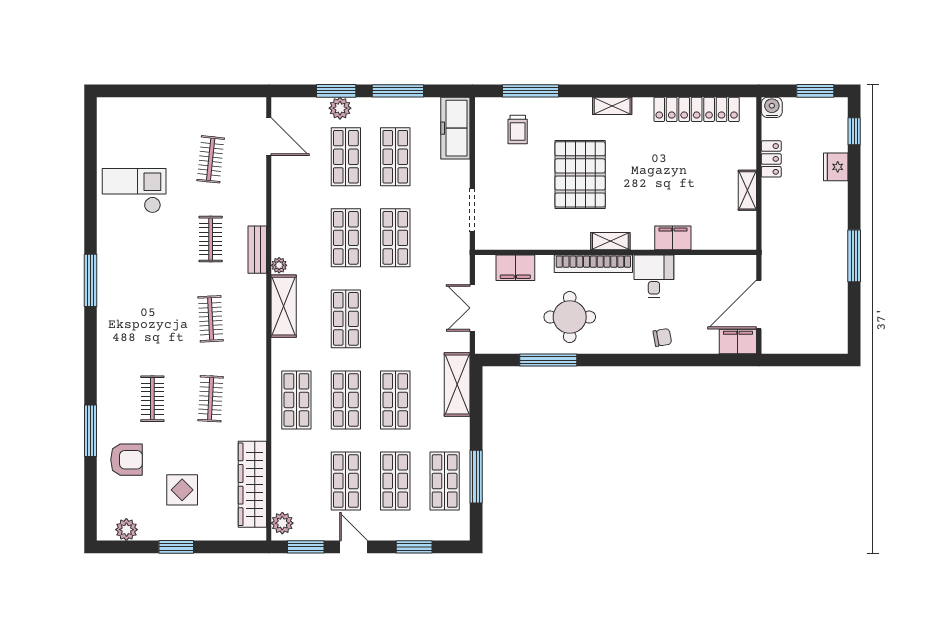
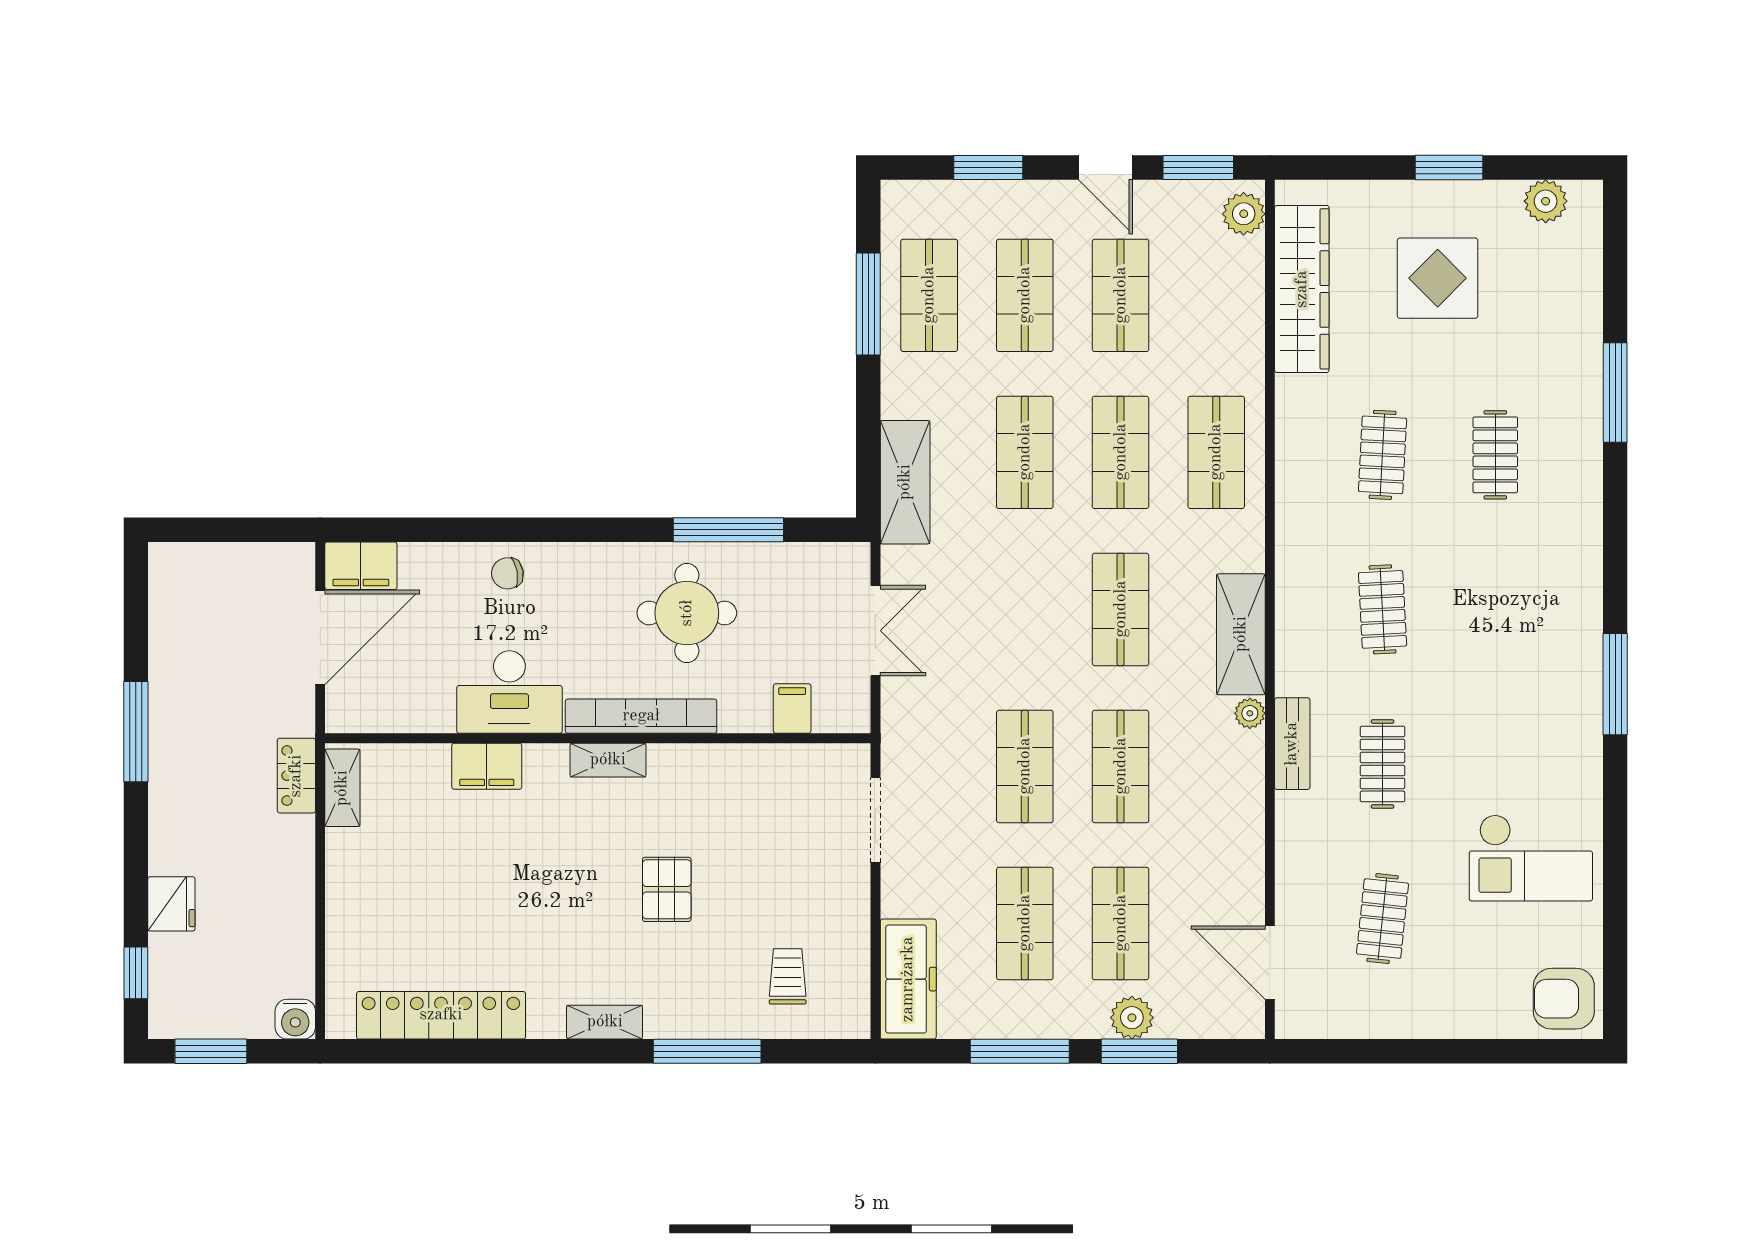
window: (530, 91) -> (707, 1051), moved
locker: (771, 159) -> (296, 776), moved
pallet: (580, 174) -> (667, 889), width x0.49, depth x0.50
shelving: (747, 190) -> (342, 788), moved
filing cabinet: (515, 268) -> (792, 708), width x0.50
desk: (654, 276) -> (509, 692), width x1.37
armchair: (126, 460) -> (1564, 999), moved
display table: (182, 490) -> (1438, 278), width x1.36, depth x1.36

